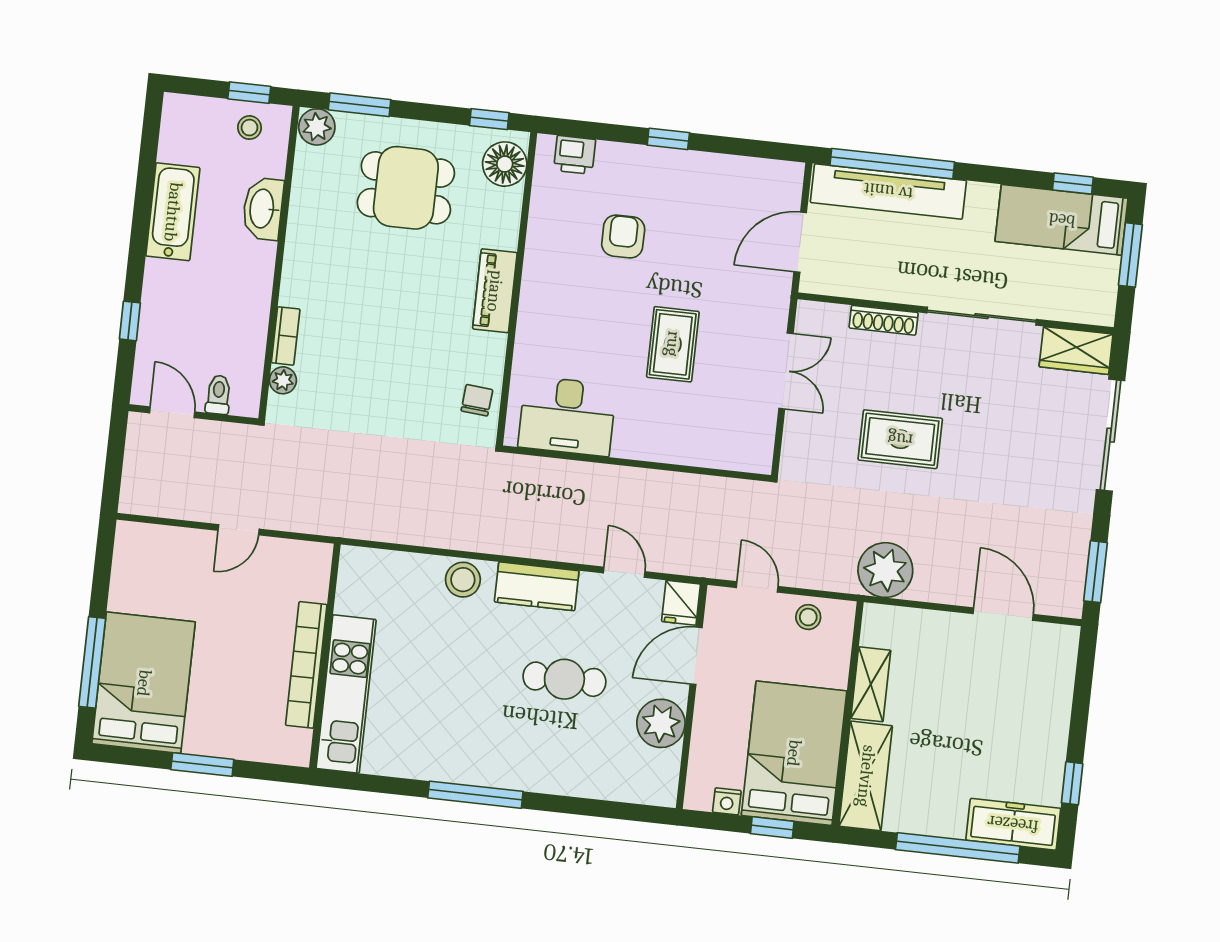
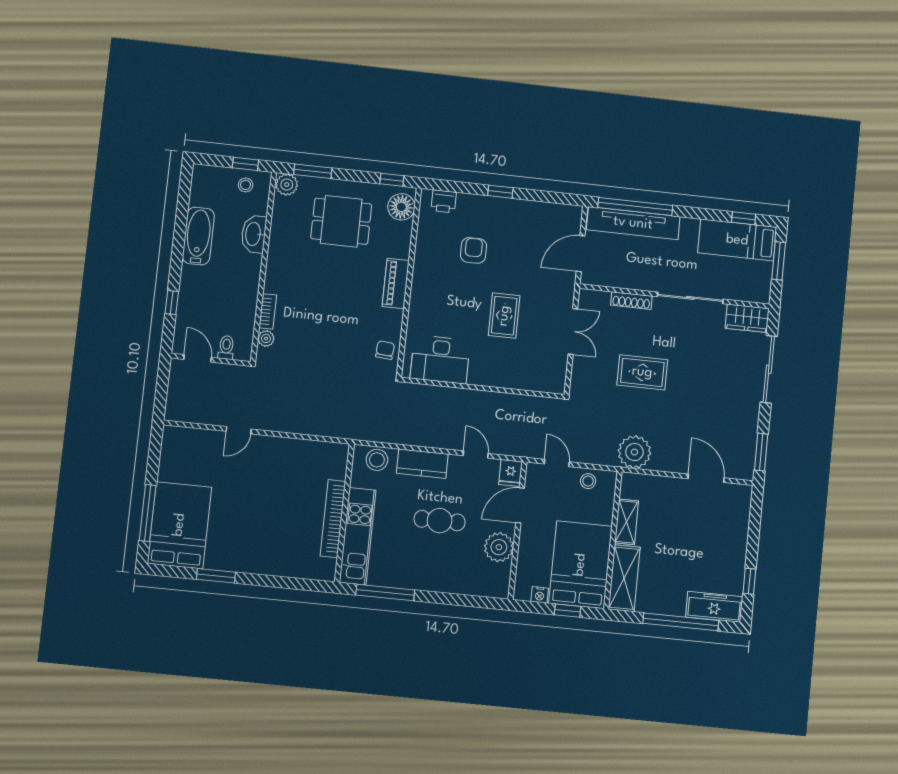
wall: (325, 656) -> (344, 513), moved
bookcase: (306, 665) -> (333, 519), moved
kitchen unit: (346, 694) -> (358, 536), moved

